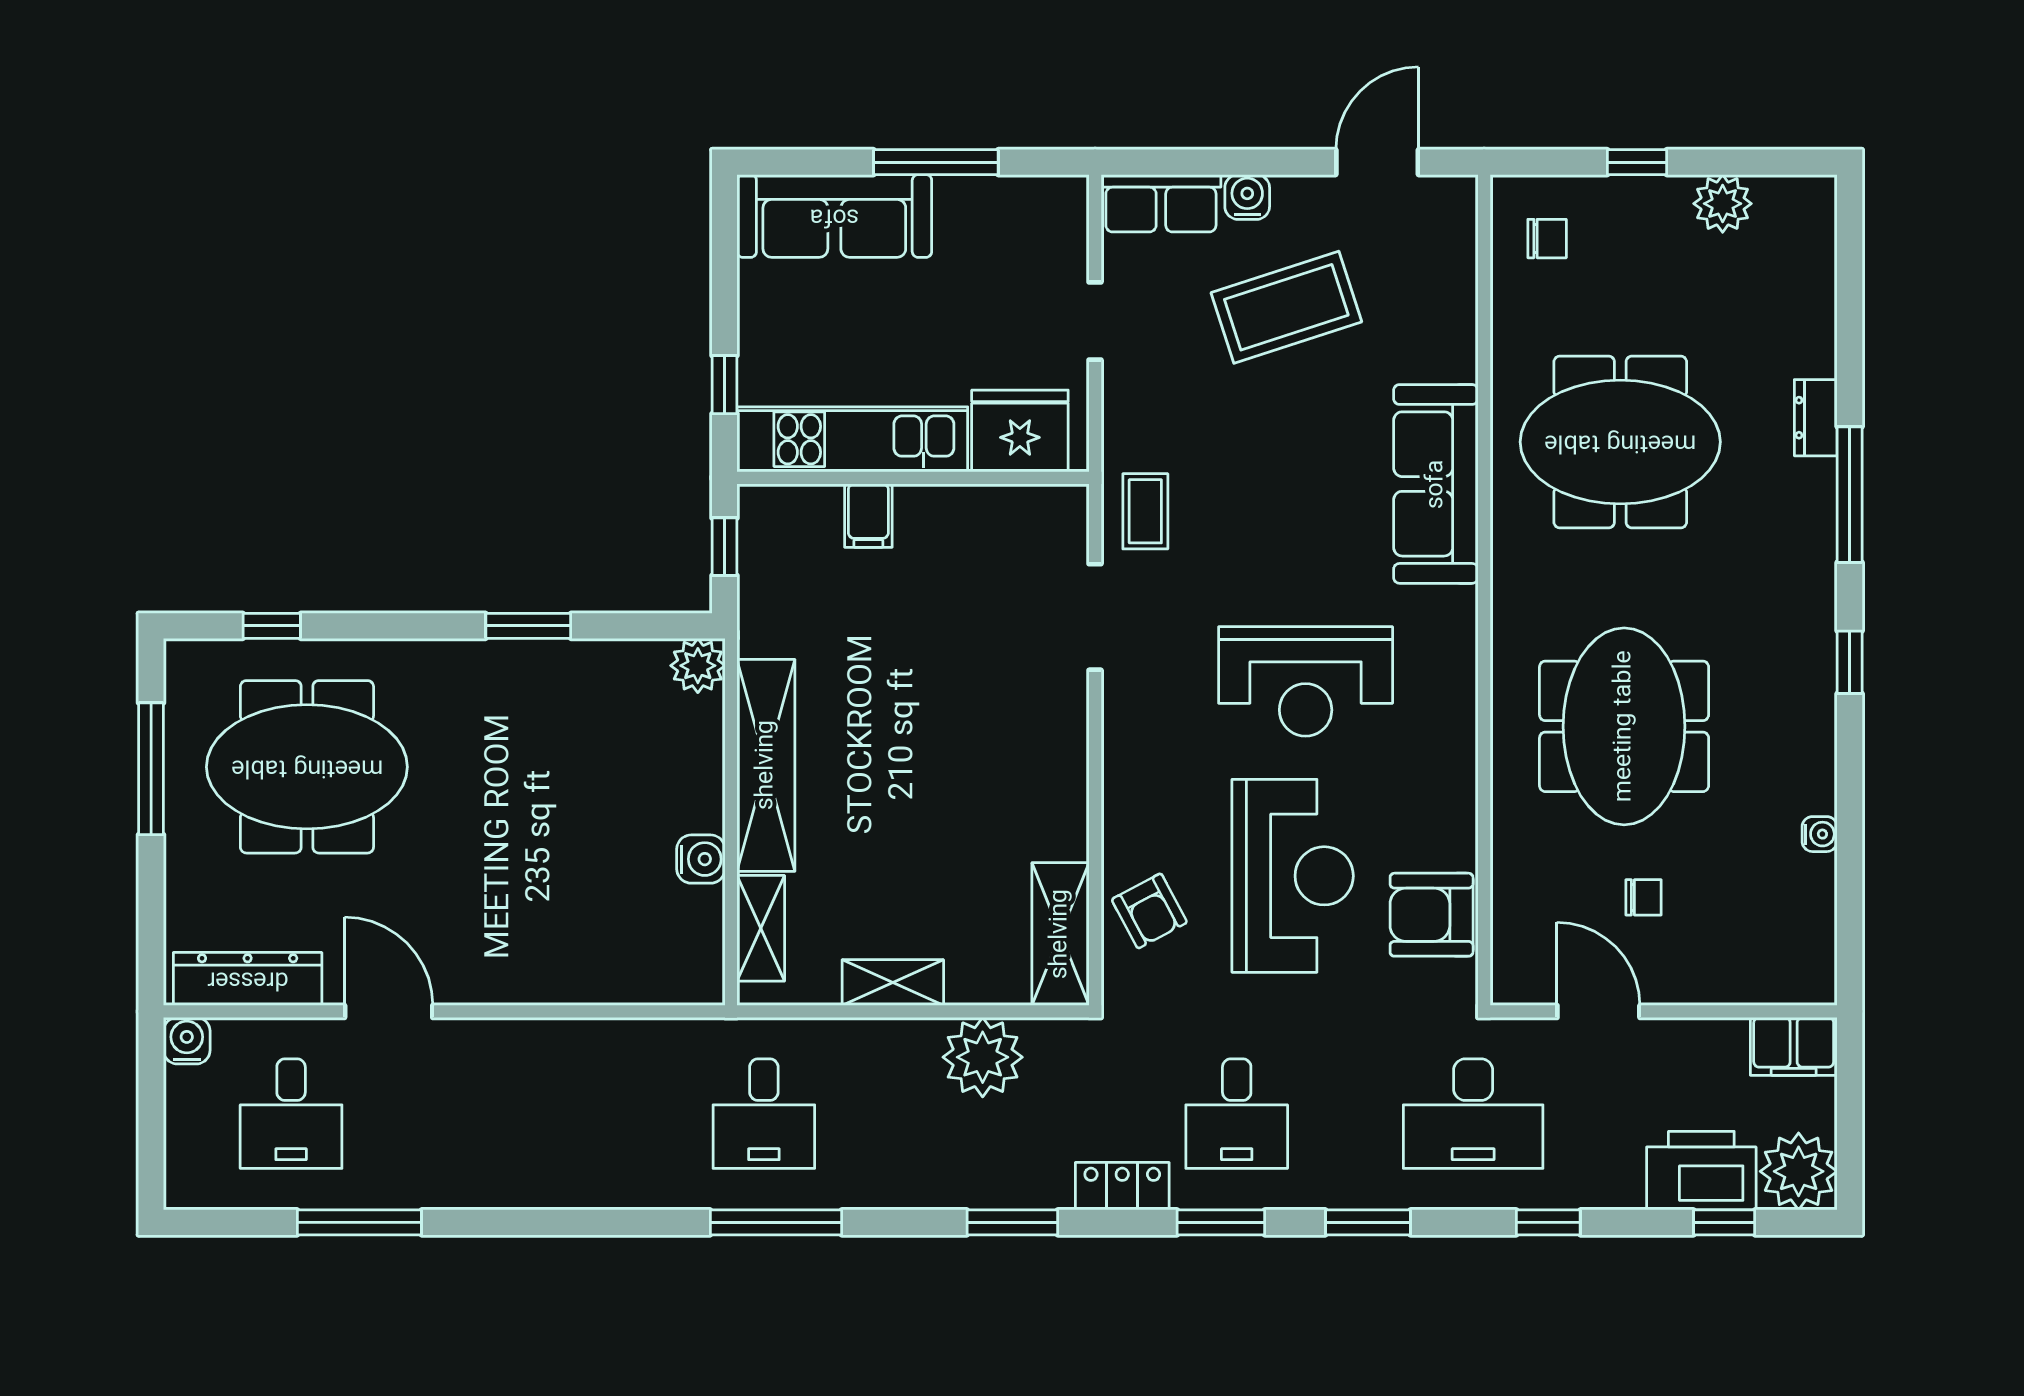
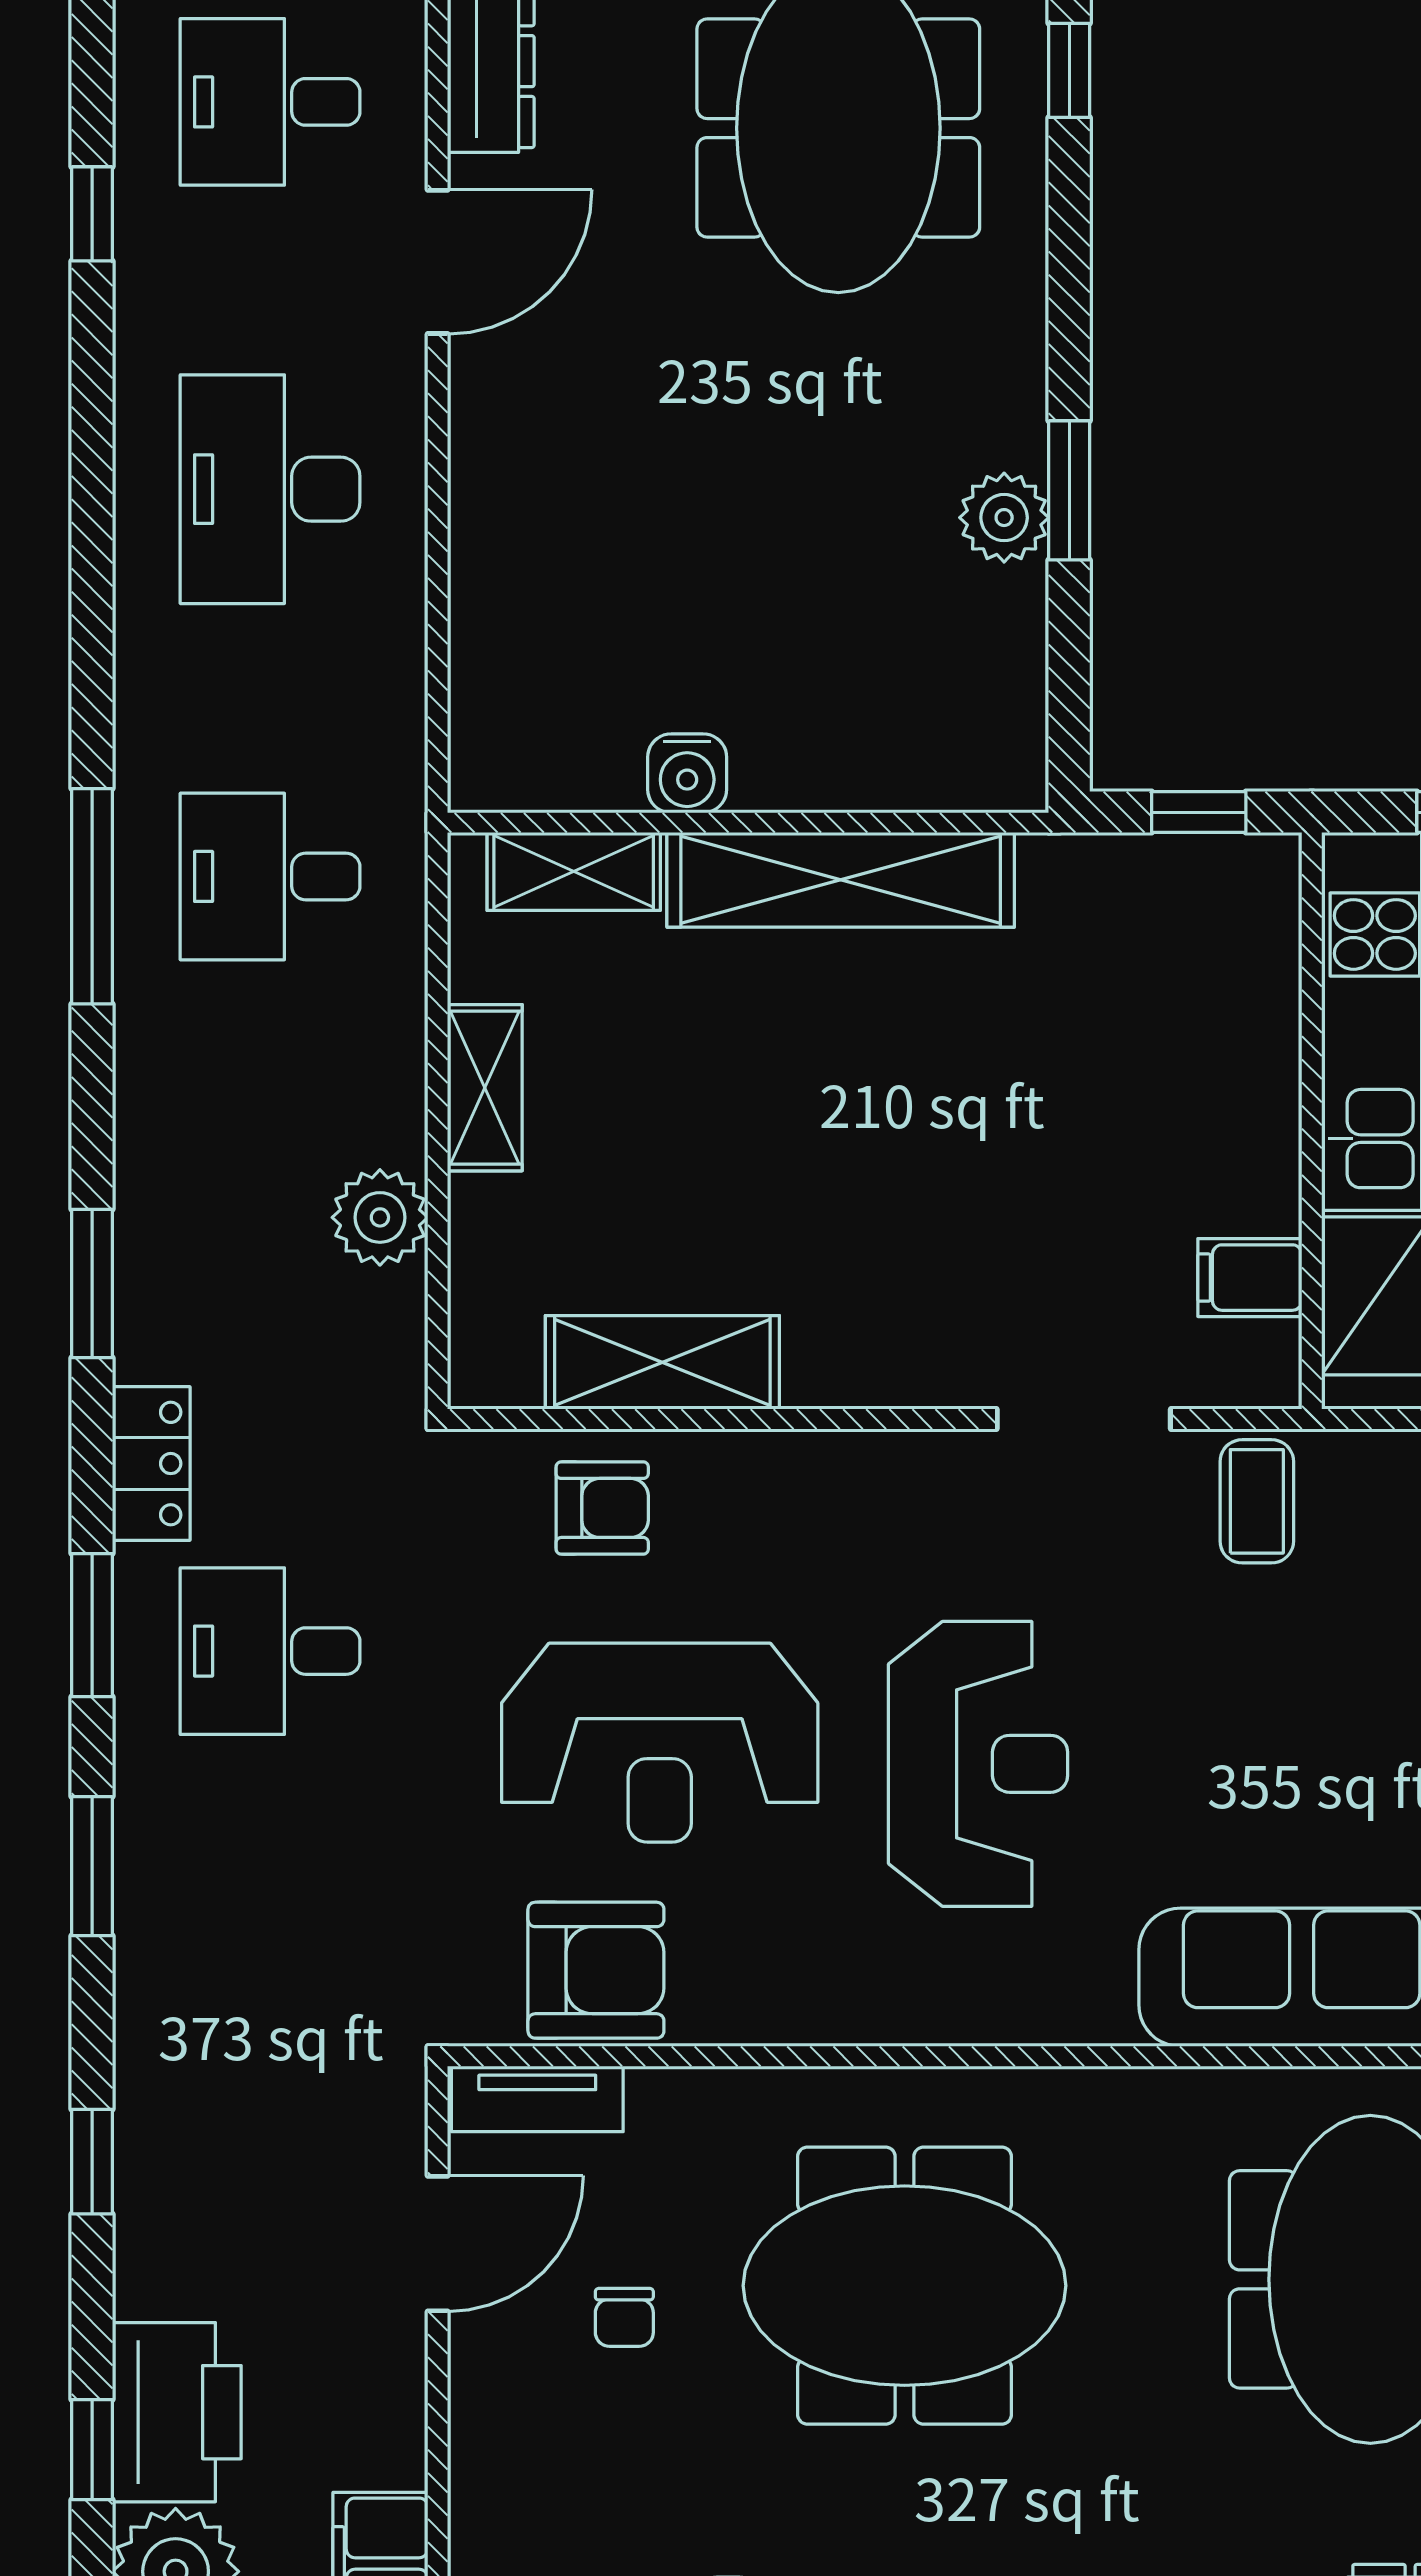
coffee table: (1145, 511) -> (1257, 1501), turned 90
filing cabinet: (868, 516) -> (1250, 1278), moved
plant: (698, 666) -> (1004, 518), moved
reception desk: (1306, 681) -> (978, 1764), turned 180
armchair: (1149, 911) -> (602, 1508), turned -152
armchair: (1432, 915) -> (596, 1970), turned 90
shelving: (1060, 934) -> (662, 1362), moved
tv unit: (1510, 951) -> (537, 2099), added
plant: (983, 1057) -> (380, 1217), width x0.73, depth x0.73
desk: (1473, 1114) -> (270, 489), moved
window: (359, 1222) -> (92, 214), width x0.46

